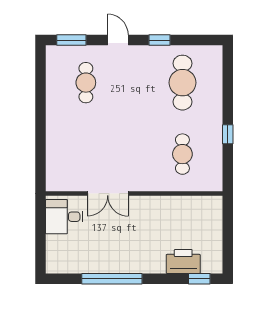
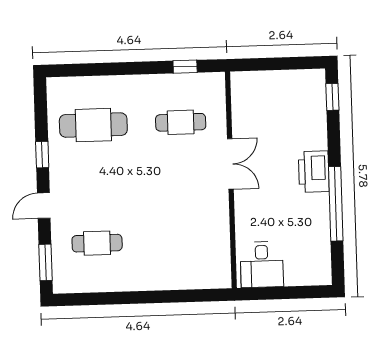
window: (228, 134) -> (185, 67), moved
double door: (108, 194) -> (230, 164), moved
printer: (183, 261) -> (314, 172), moved

